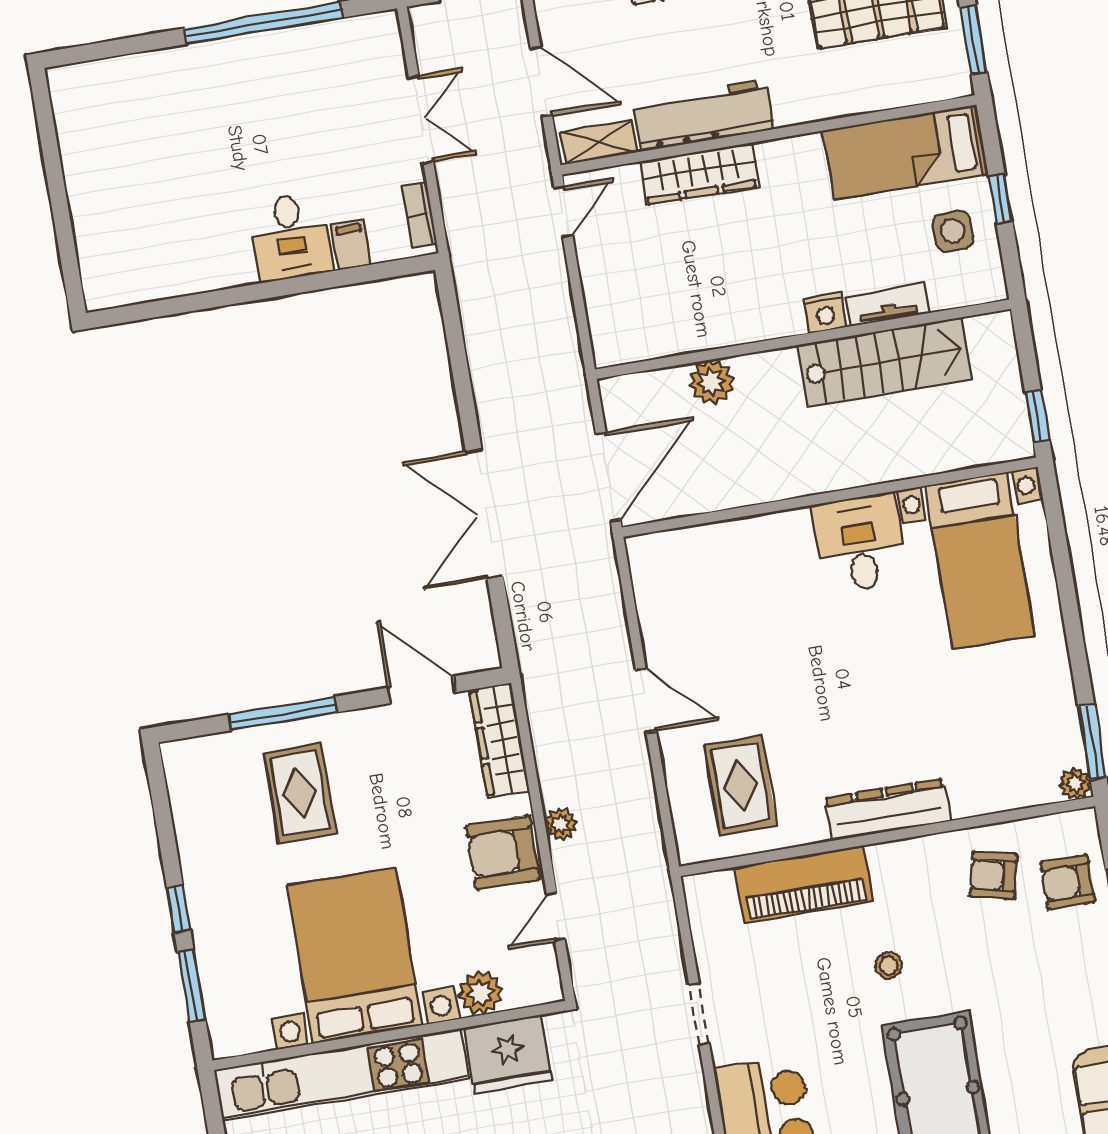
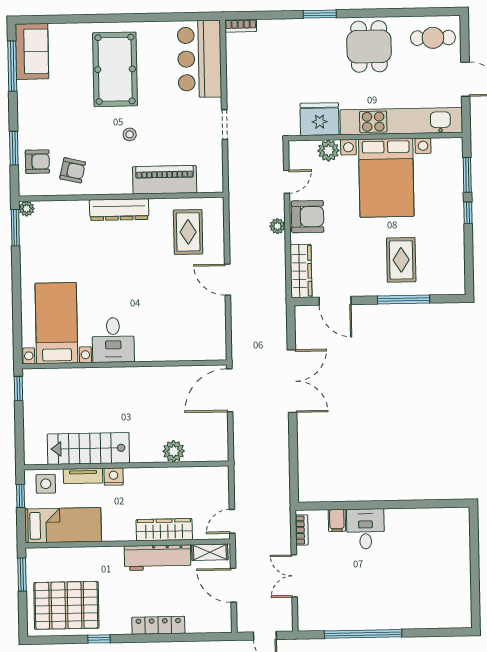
tv unit: (887, 305) -> (83, 476), moved
nightstand: (825, 313) -> (114, 477), moved
wall: (803, 339) -> (126, 465), moved
stairs: (885, 362) -> (88, 448), moved
plant: (711, 382) -> (174, 451), moved

